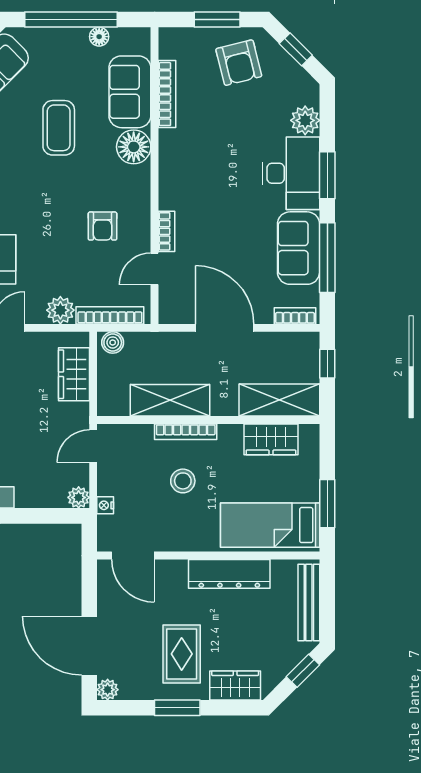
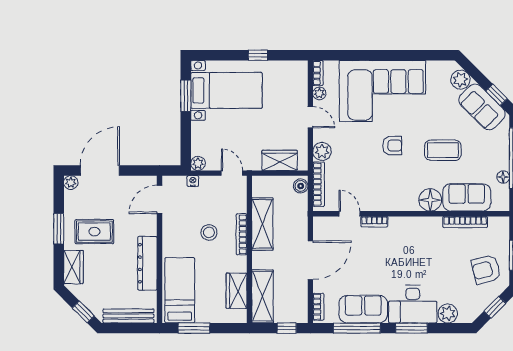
armchair: (103, 226) -> (392, 145), moved, turned 180

